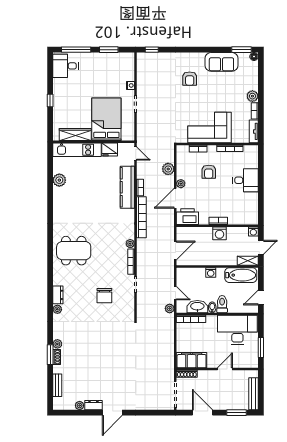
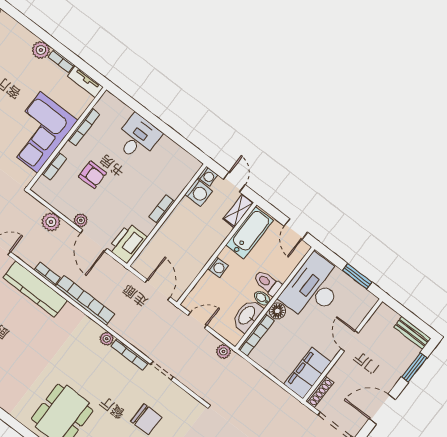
washing machine: (220, 233) -> (199, 193), moved
door: (175, 293) -> (197, 320), moved
floor lamp: (212, 320) -> (277, 311), added
bench: (254, 394) -> (412, 333), width x0.73

